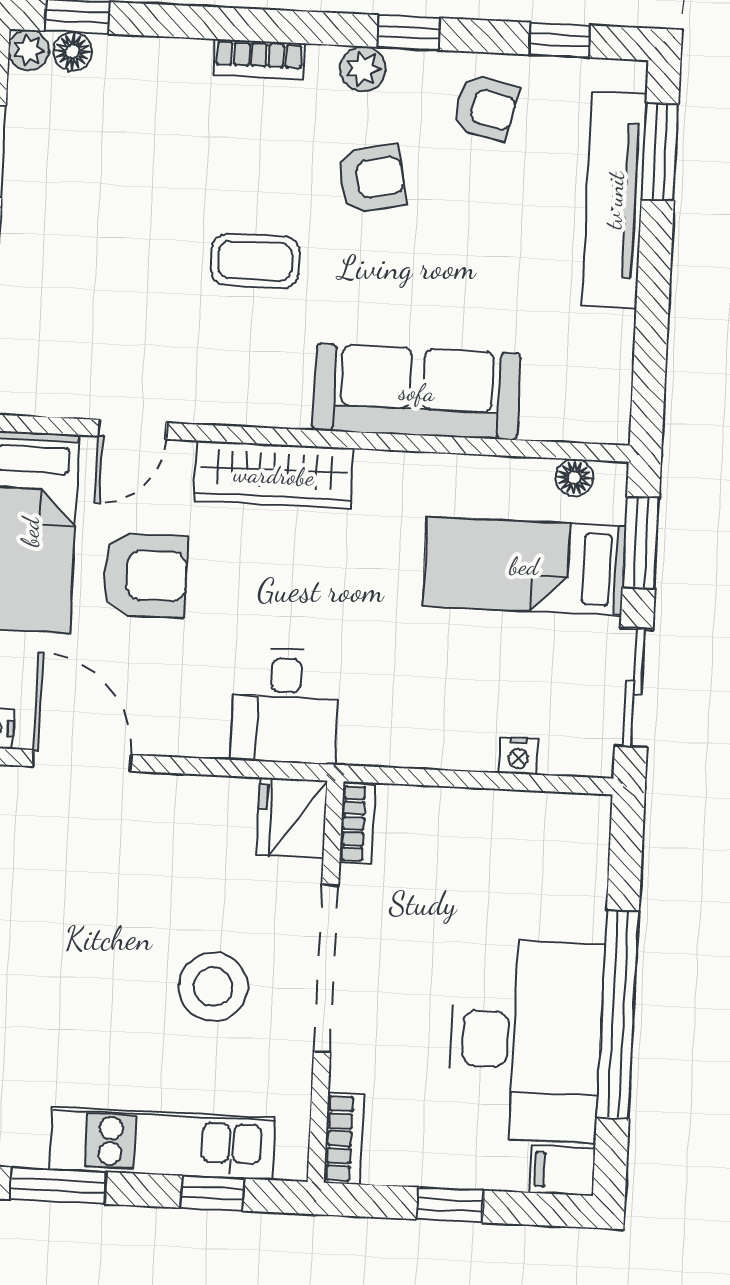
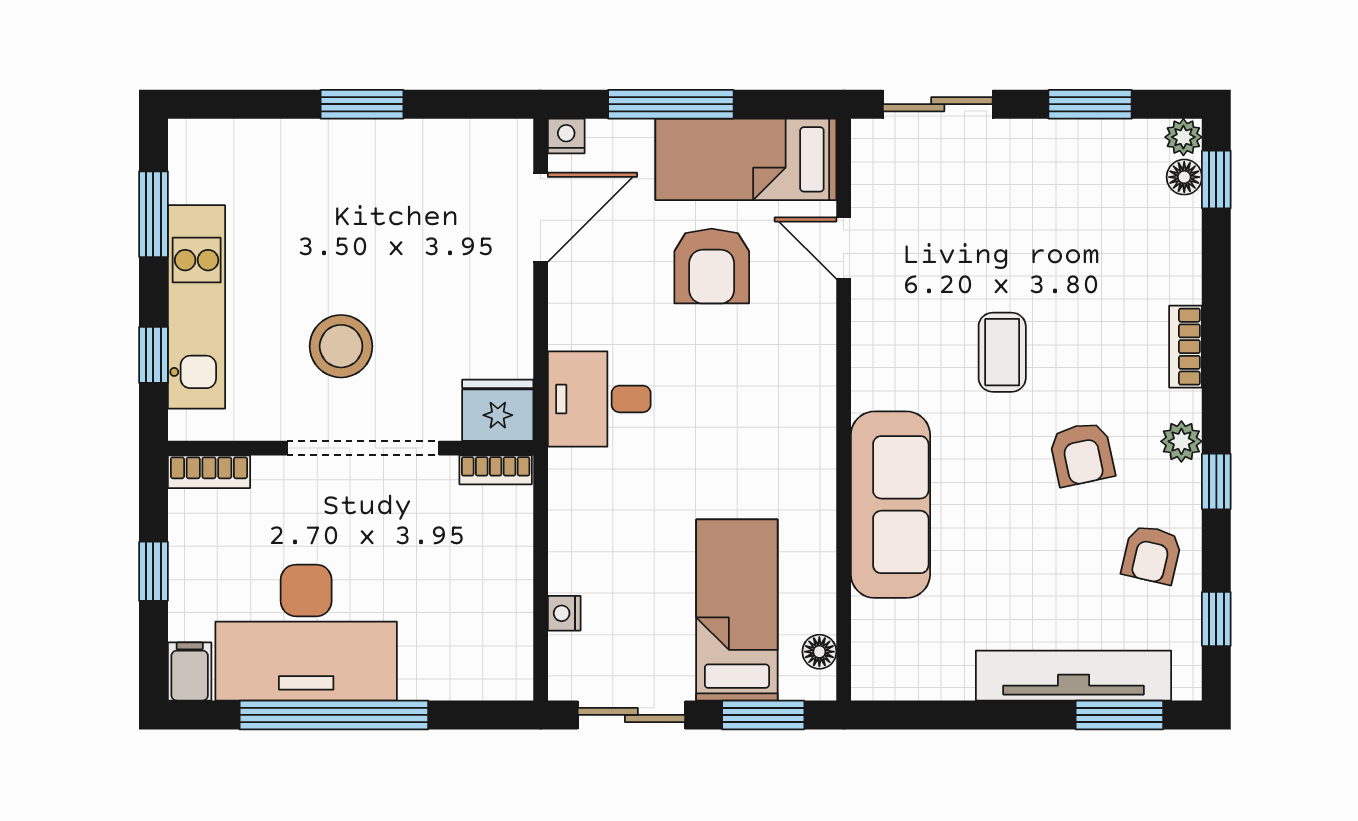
wardrobe: (274, 475) -> (809, 379), removed

